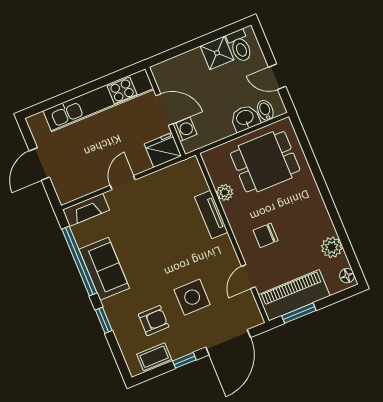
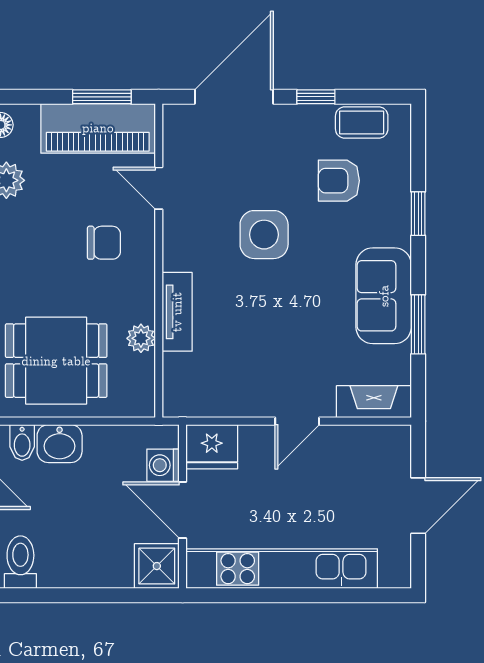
shower: (217, 53) -> (157, 566), moved
window: (79, 261) -> (418, 324), width x0.47
door: (248, 277) -> (159, 188), swing flipped
side table: (192, 297) -> (264, 235), moved

